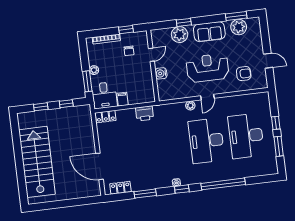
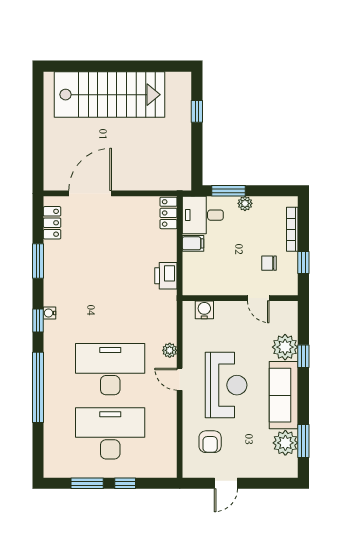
sofa: (209, 32) -> (284, 395), width x1.36
water cooler: (161, 73) -> (204, 310), moved
window: (66, 104) -> (197, 153), removed

